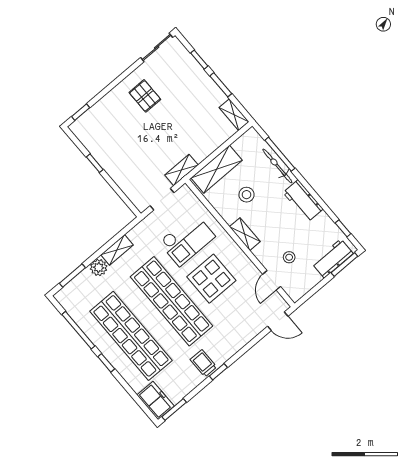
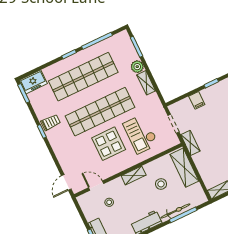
filing cabinet: (123, 176) -> (197, 100), added

